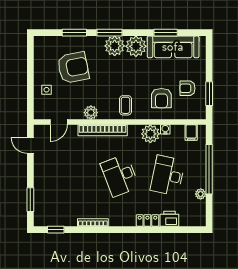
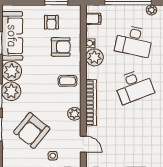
armchair: (73, 68) -> (32, 130), turned -130

